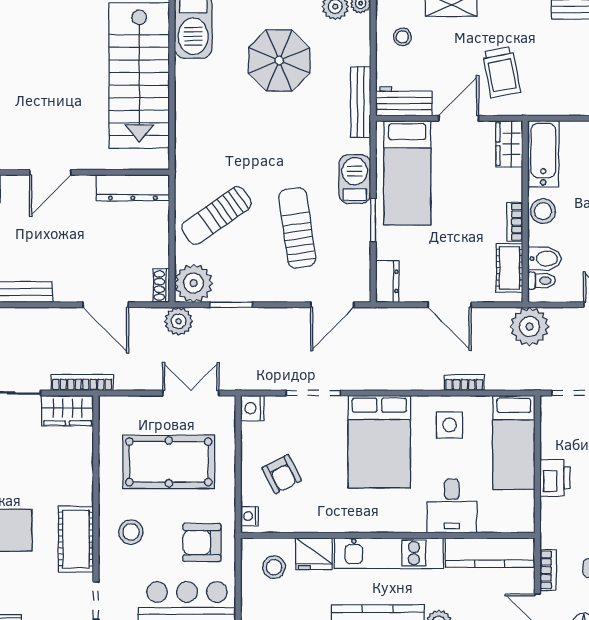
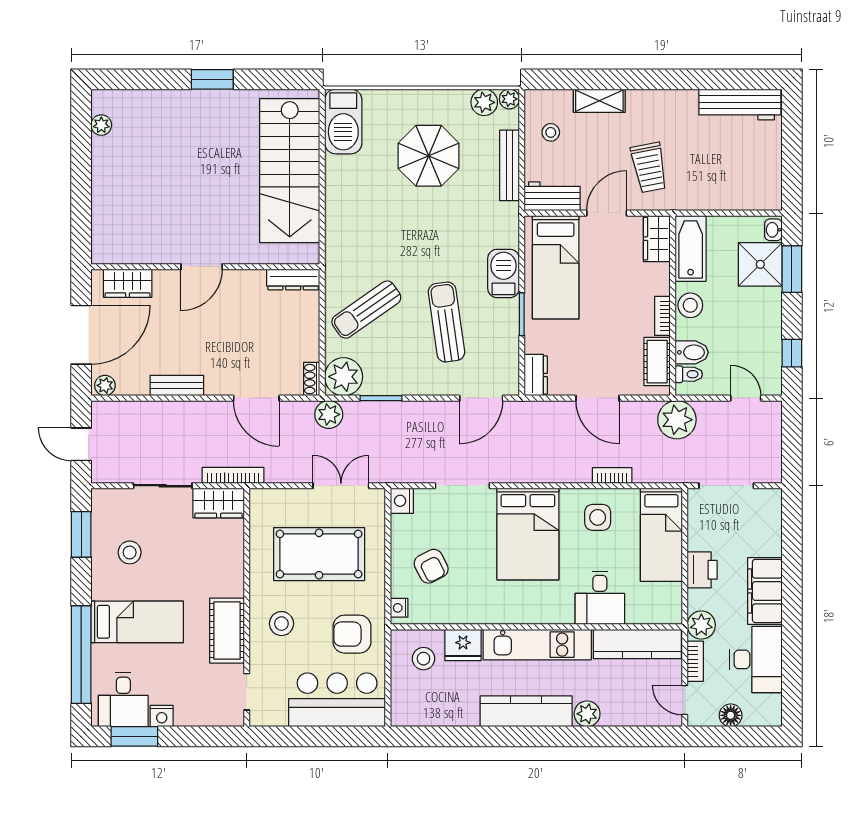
bench: (361, 102) -> (509, 165), moved
dresser: (133, 188) -> (293, 280), width x0.73, depth x0.80
plant: (554, 533) -> (701, 625), added

